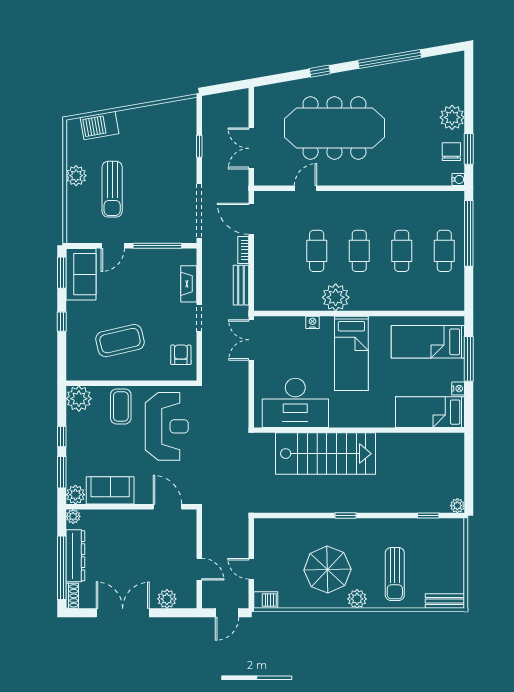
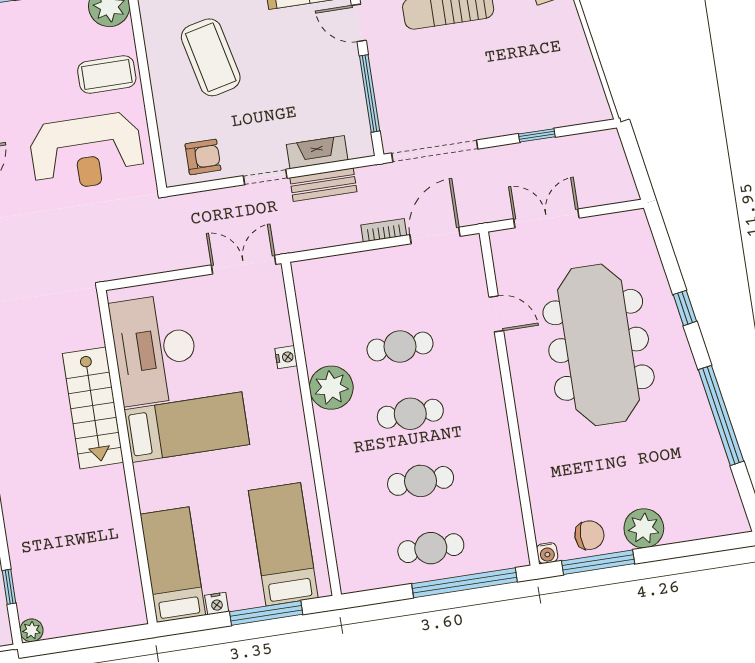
window: (469, 149) -> (598, 562), width x1.44
bench: (241, 285) -> (323, 185), moved
bed: (351, 353) -> (187, 427), moved, turned 180
stairs: (326, 454) -> (93, 408), width x0.73, depth x0.66

